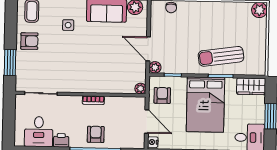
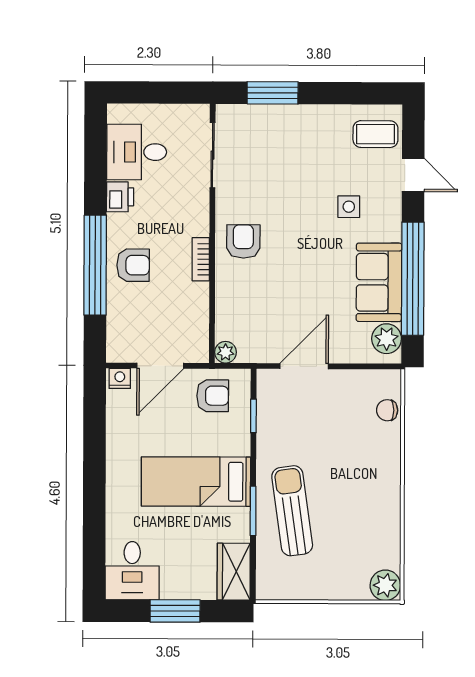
armchair: (29, 41) -> (243, 241), moved, turned 180
plant: (155, 67) -> (268, 380), removed
bed: (205, 105) -> (196, 482), width x0.67

